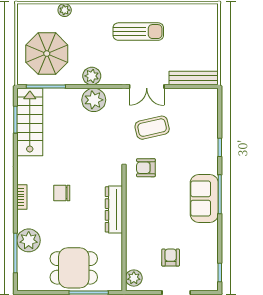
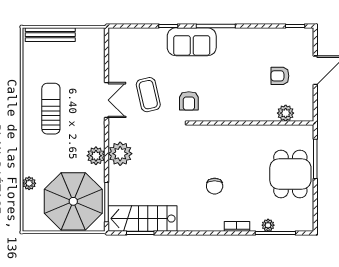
parasol: (47, 54) -> (73, 201), width x1.36, depth x1.36
bench: (194, 78) -> (50, 35), moved, turned 90
bookcase: (22, 197) -> (237, 226), moved
sofa: (204, 198) -> (192, 42), moved
dresser: (114, 209) -> (231, 133), removed
plant: (29, 240) -> (268, 225), width x0.53, depth x0.53
plant: (134, 278) -> (286, 113), moved

